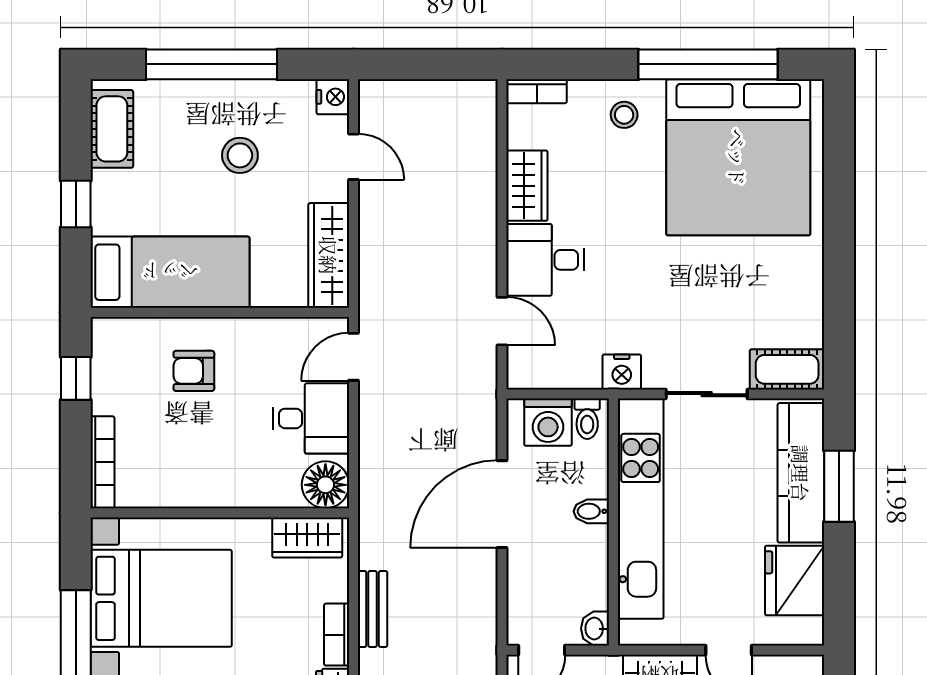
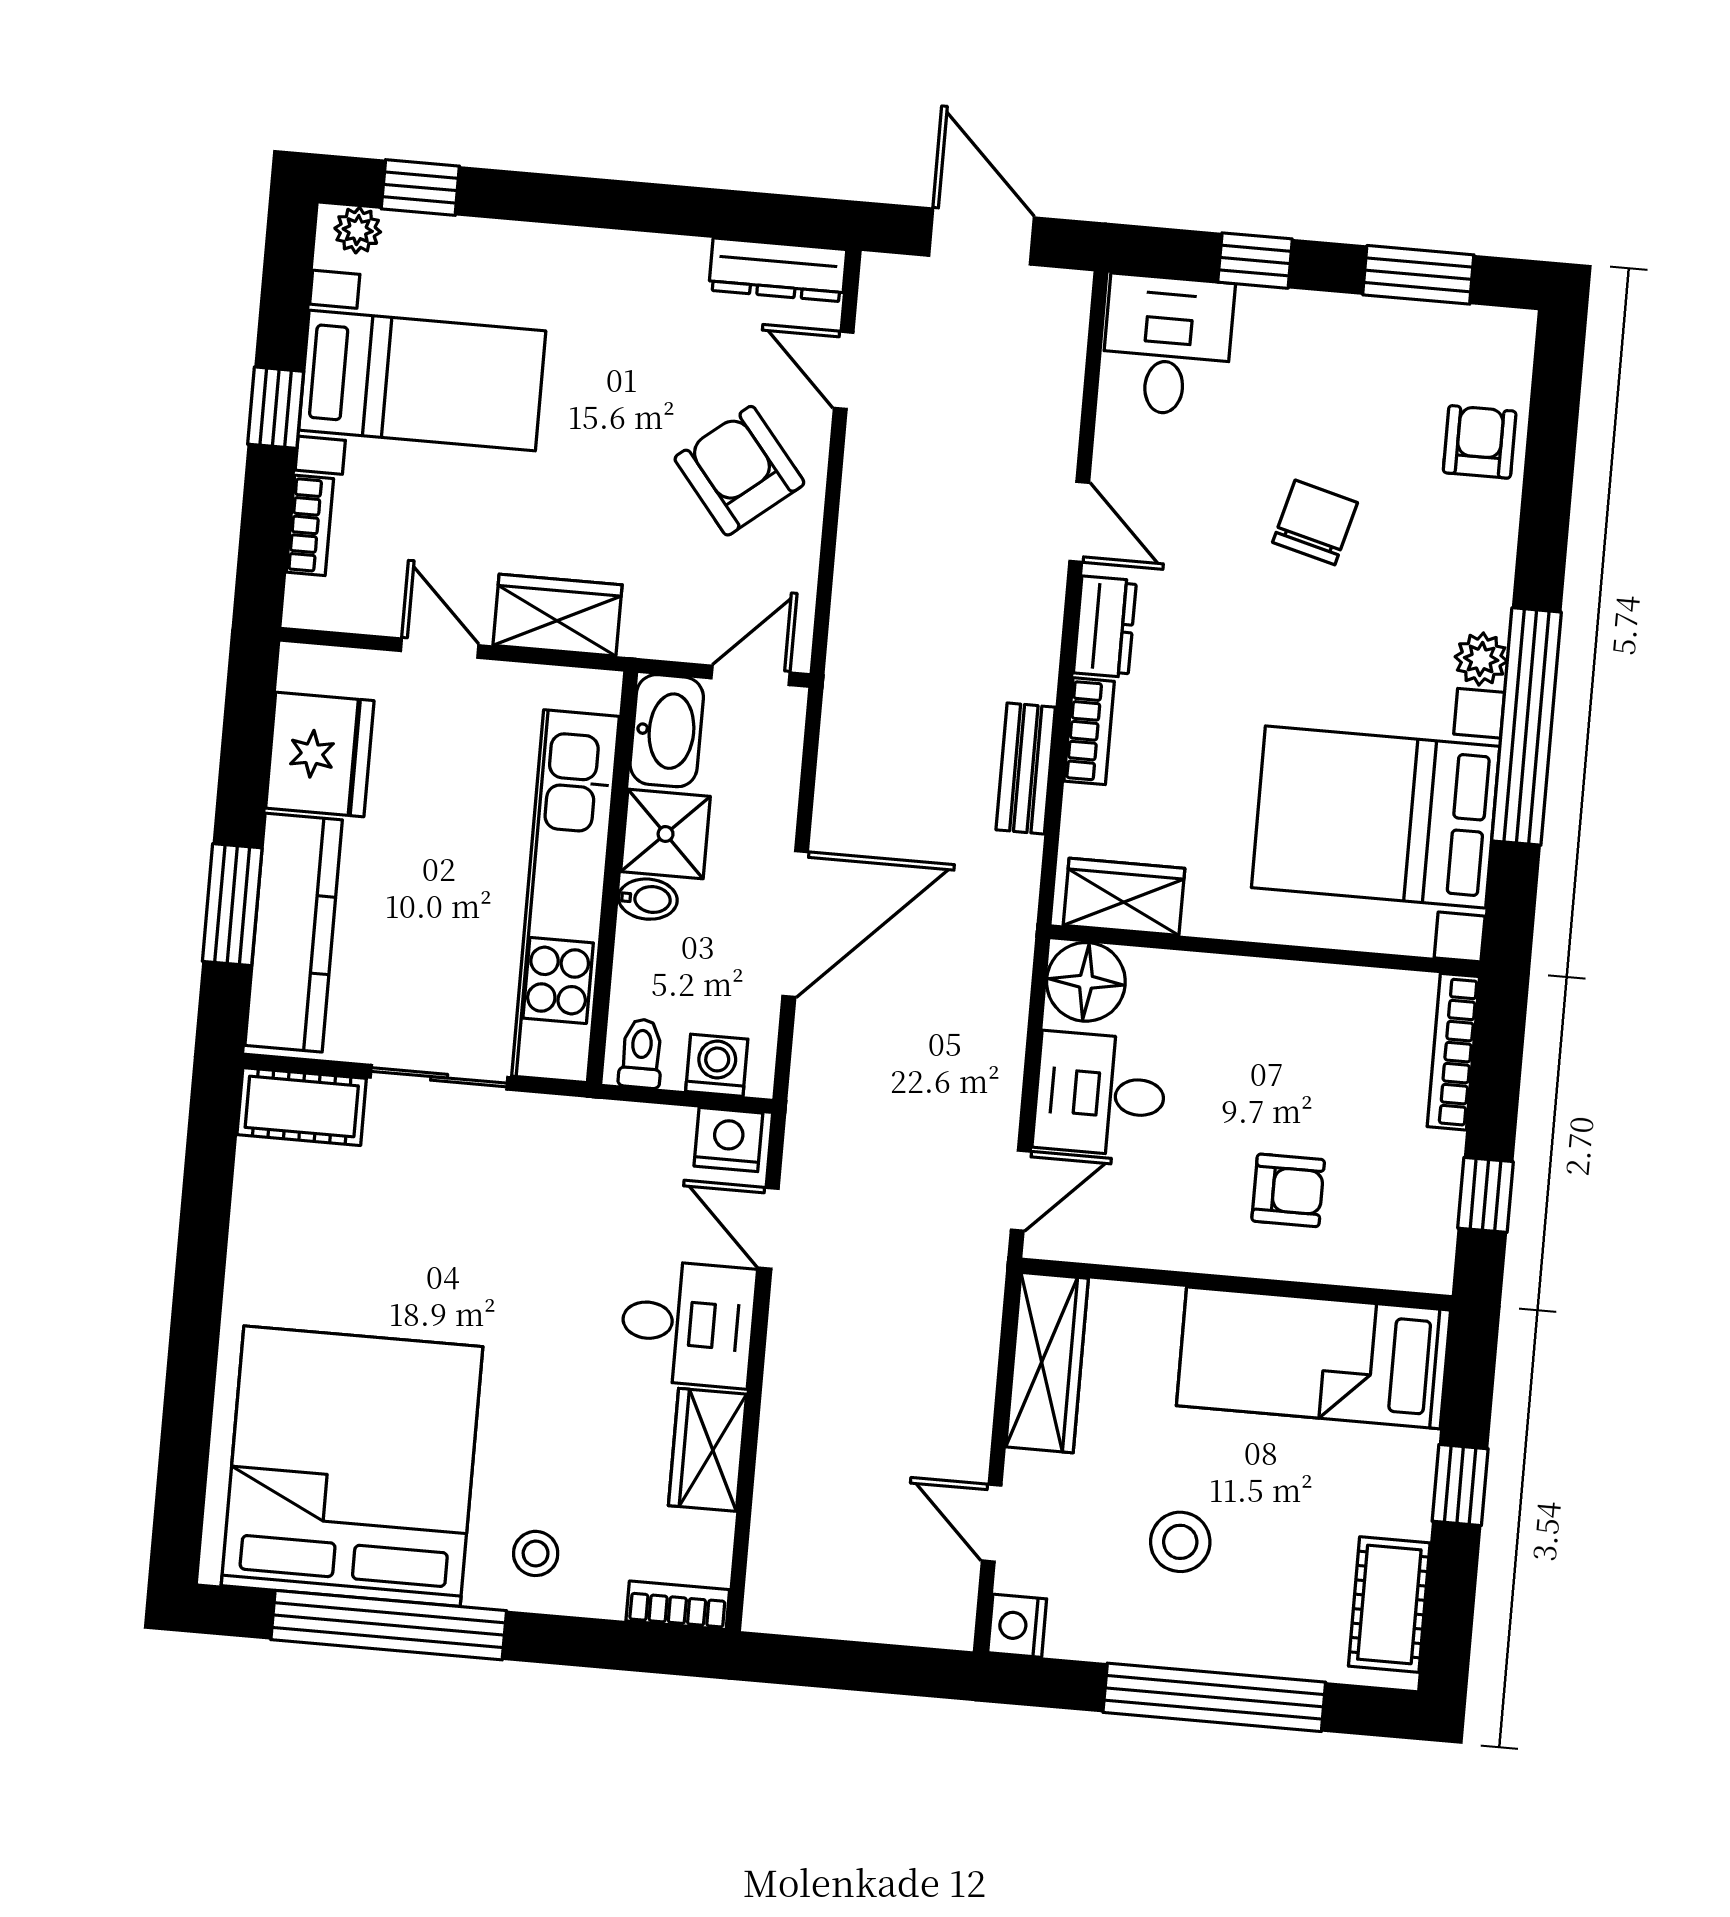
nightstand: (622, 372) -> (728, 1140), moved
washing machine: (548, 422) -> (717, 1065), width x0.73, depth x0.73
shower: (584, 551) -> (666, 834), added
washbasin: (595, 629) -> (667, 731), width x1.91, depth x1.45

